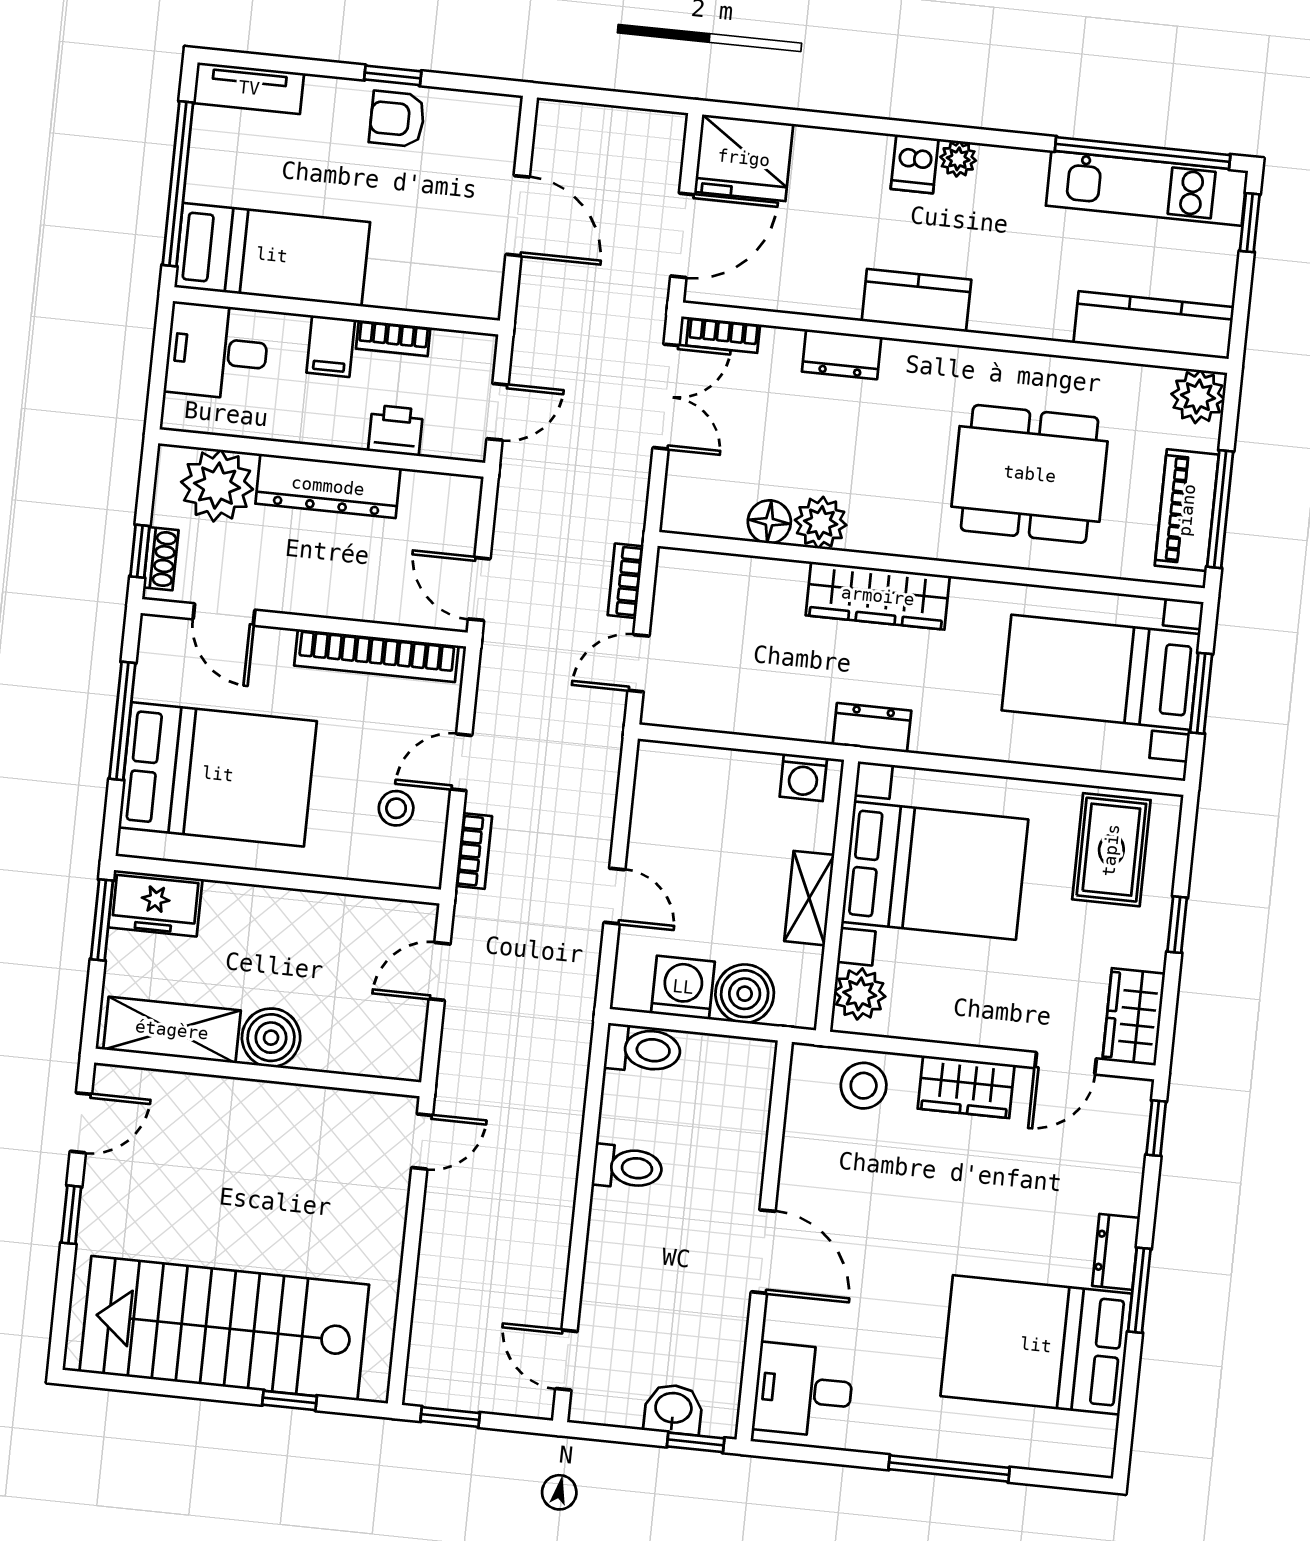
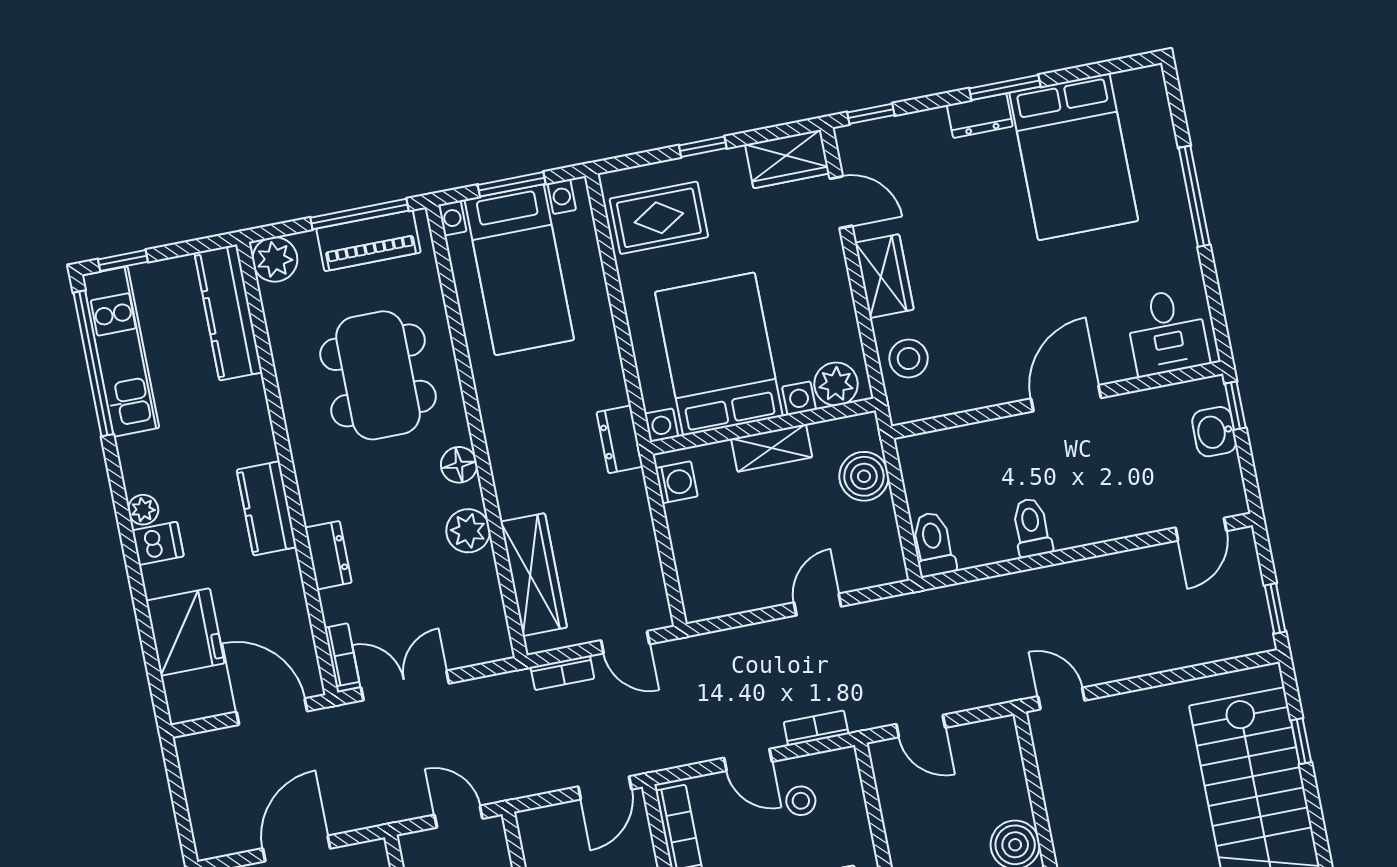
fridge: (744, 158) -> (185, 632), moved
floor lamp: (769, 522) -> (459, 465), moved
wardrobe: (878, 596) -> (534, 575), moved
washing machine: (683, 987) -> (874, 527), removed

